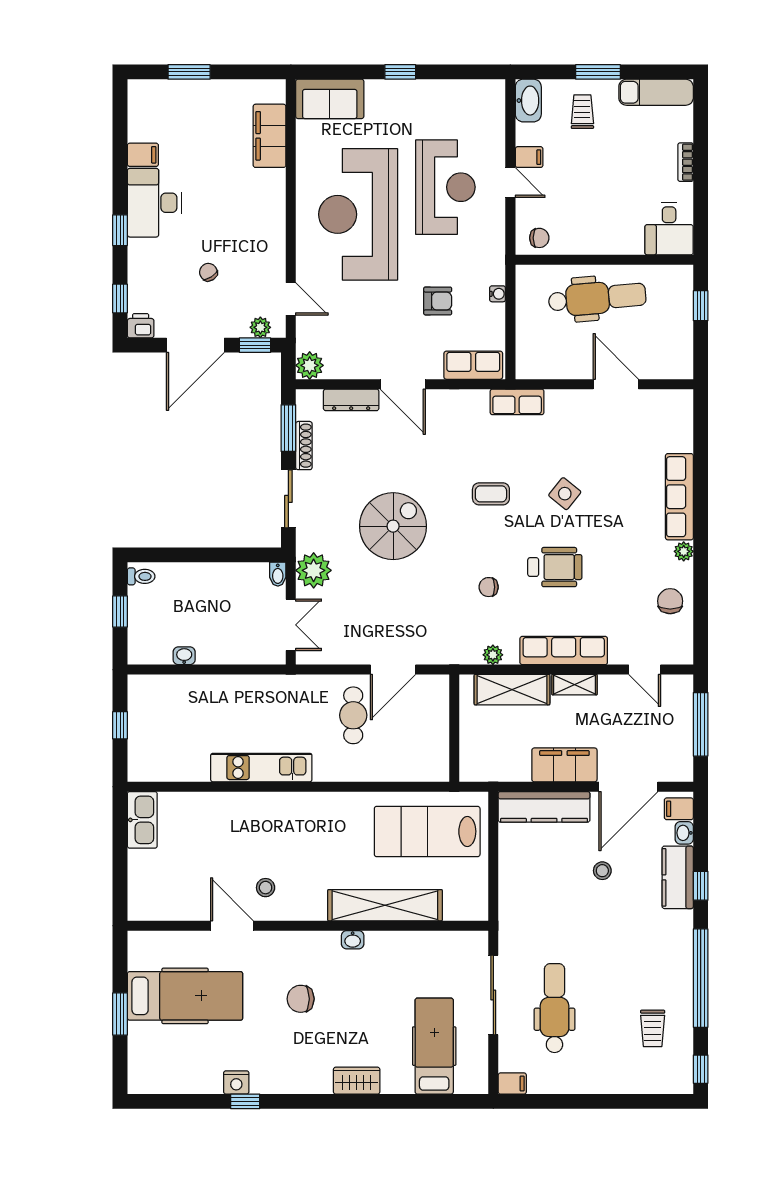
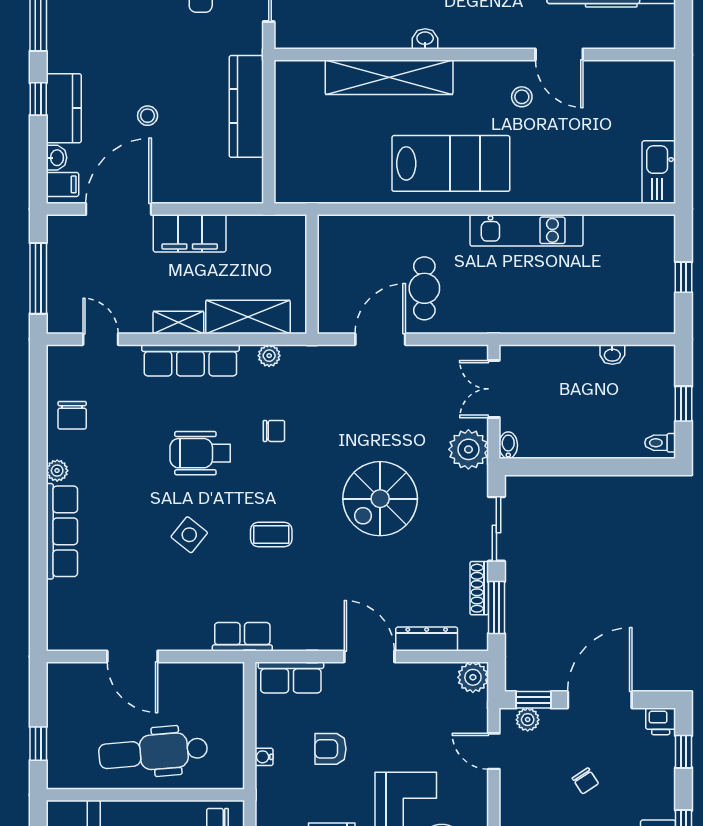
kitchen counter: (544, 807) -> (246, 106), moved, turned -90
lab bench: (427, 831) -> (451, 163), moved

